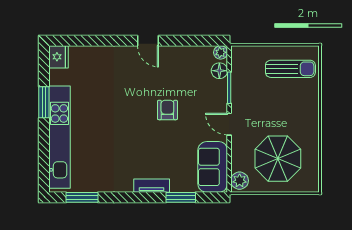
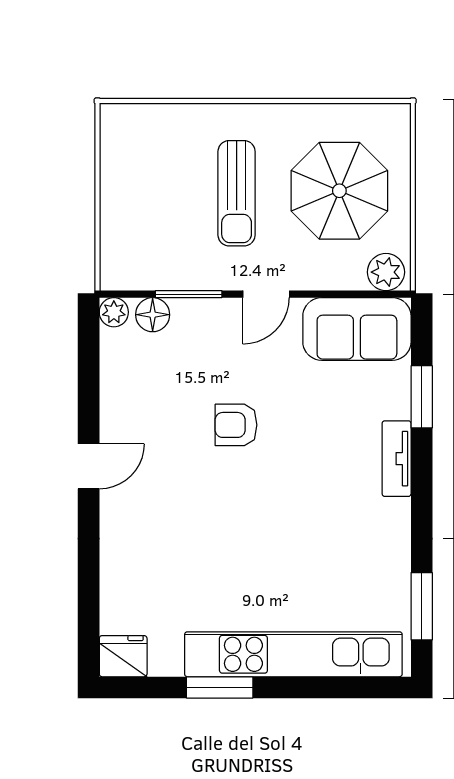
sun lounger: (290, 69) -> (237, 193), moved, turned 180

